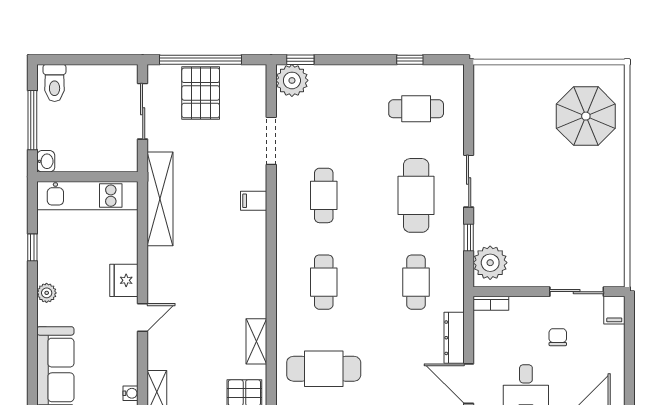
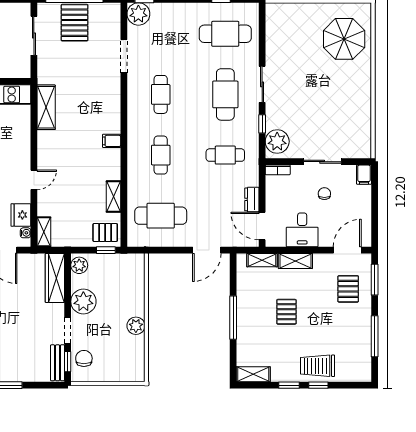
cafe table: (416, 109) -> (225, 34), width x1.37, depth x1.35
shelving: (160, 199) -> (46, 107), width x0.68
filing cabinet: (254, 201) -> (112, 141), moved
fridge: (124, 280) -> (21, 215), moved
cafe table: (416, 282) -> (225, 155), turned 90
sliding door: (577, 292) -> (322, 162), moved
dresser: (454, 338) -> (252, 199), width x0.70

